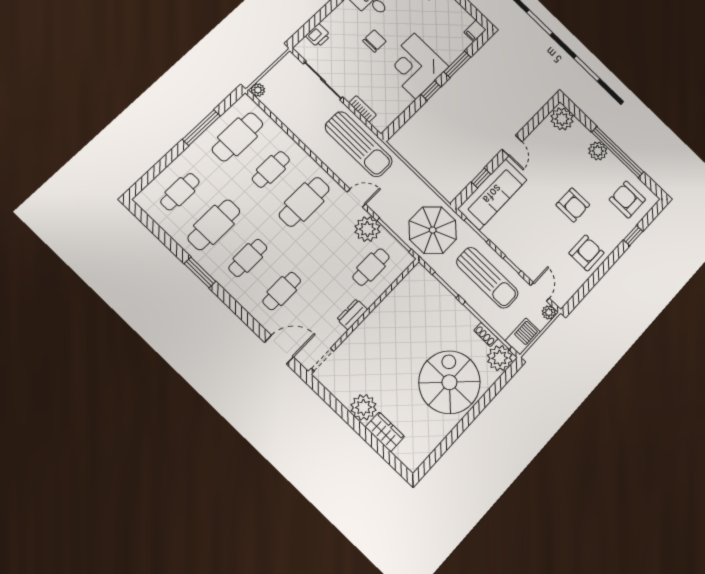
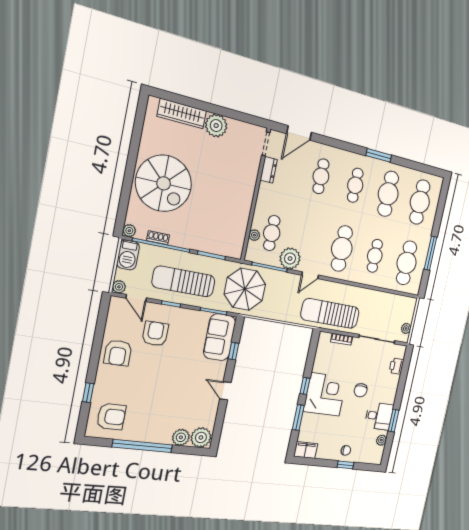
filing cabinet: (475, 31) -> (306, 450), width x2.00
plant: (258, 90) -> (406, 328), moved
plant: (598, 151) -> (181, 437), moved
cafe table: (180, 192) -> (420, 202), width x1.37, depth x1.35
sofa: (492, 194) -> (220, 337), width x0.73
armchair: (573, 205) -> (155, 334), moved, turned 90
plant: (390, 277) -> (254, 235), added
dresser: (352, 314) -> (269, 170), moved
plant: (500, 358) -> (129, 231), width x0.53, depth x0.53
wardrobe: (385, 432) -> (182, 114), width x1.50

